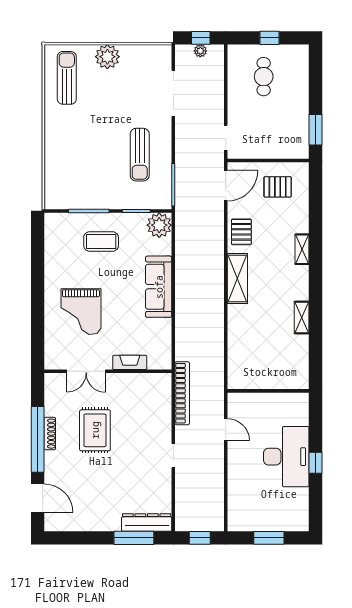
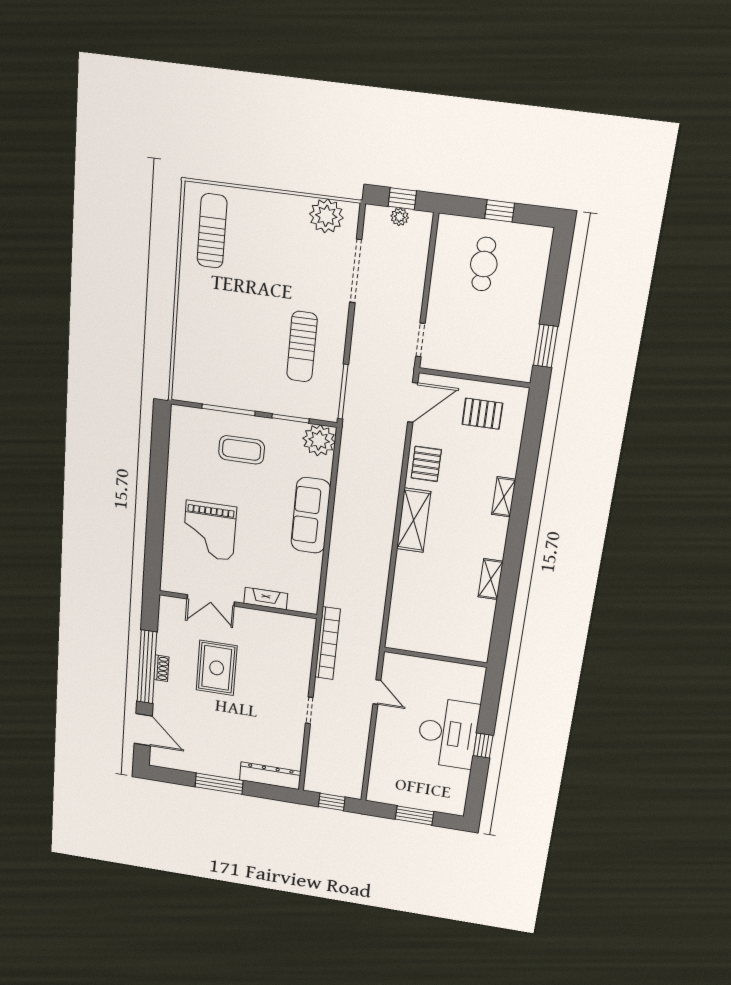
plant: (107, 57) -> (326, 216), moved
shoe rack: (50, 434) -> (161, 668), width x0.70
window: (134, 538) -> (219, 784), moved

